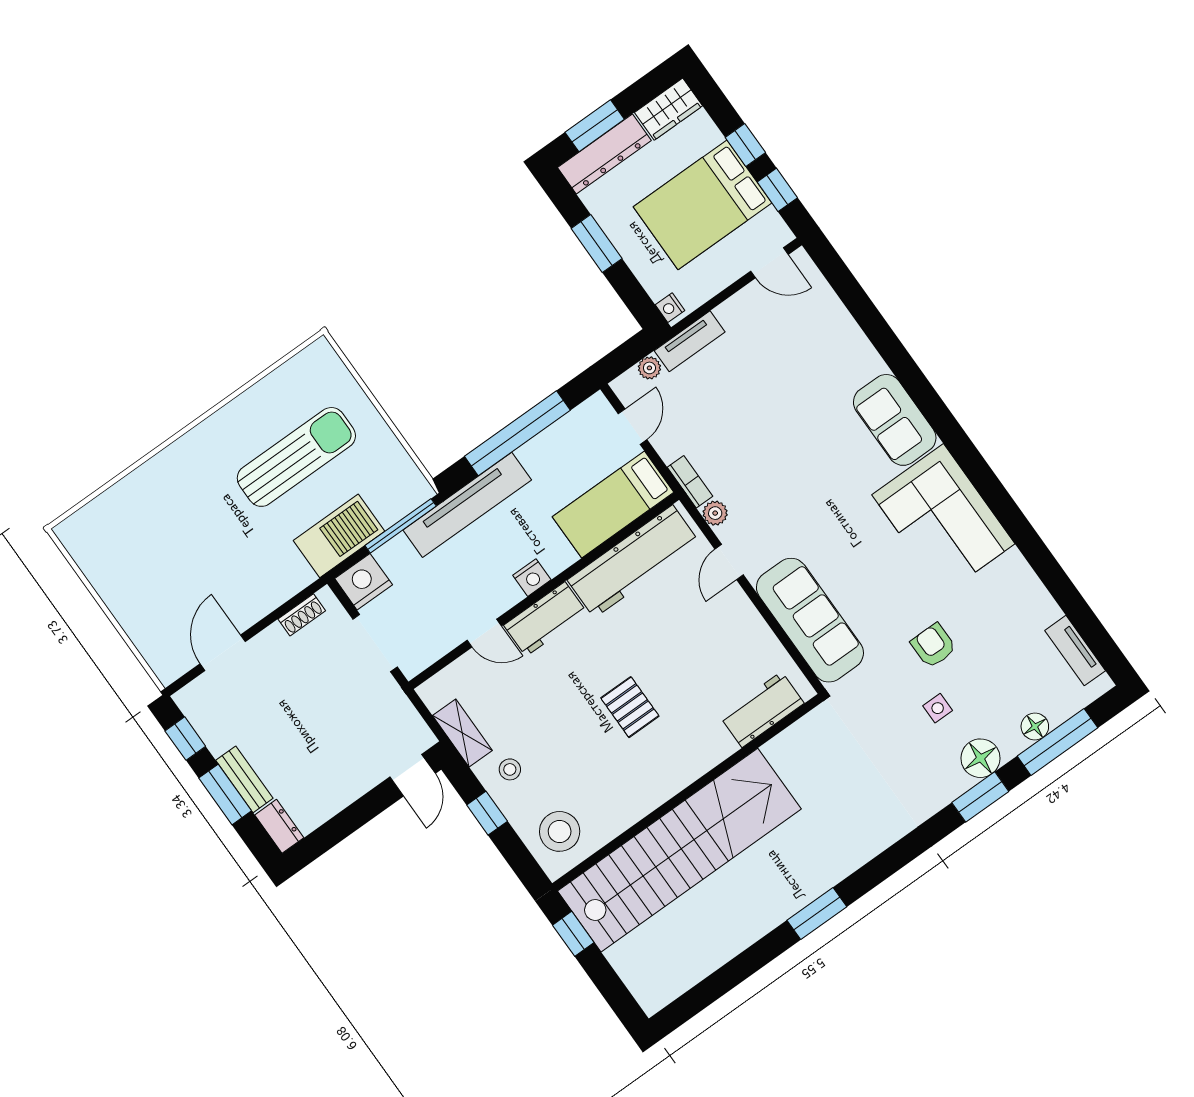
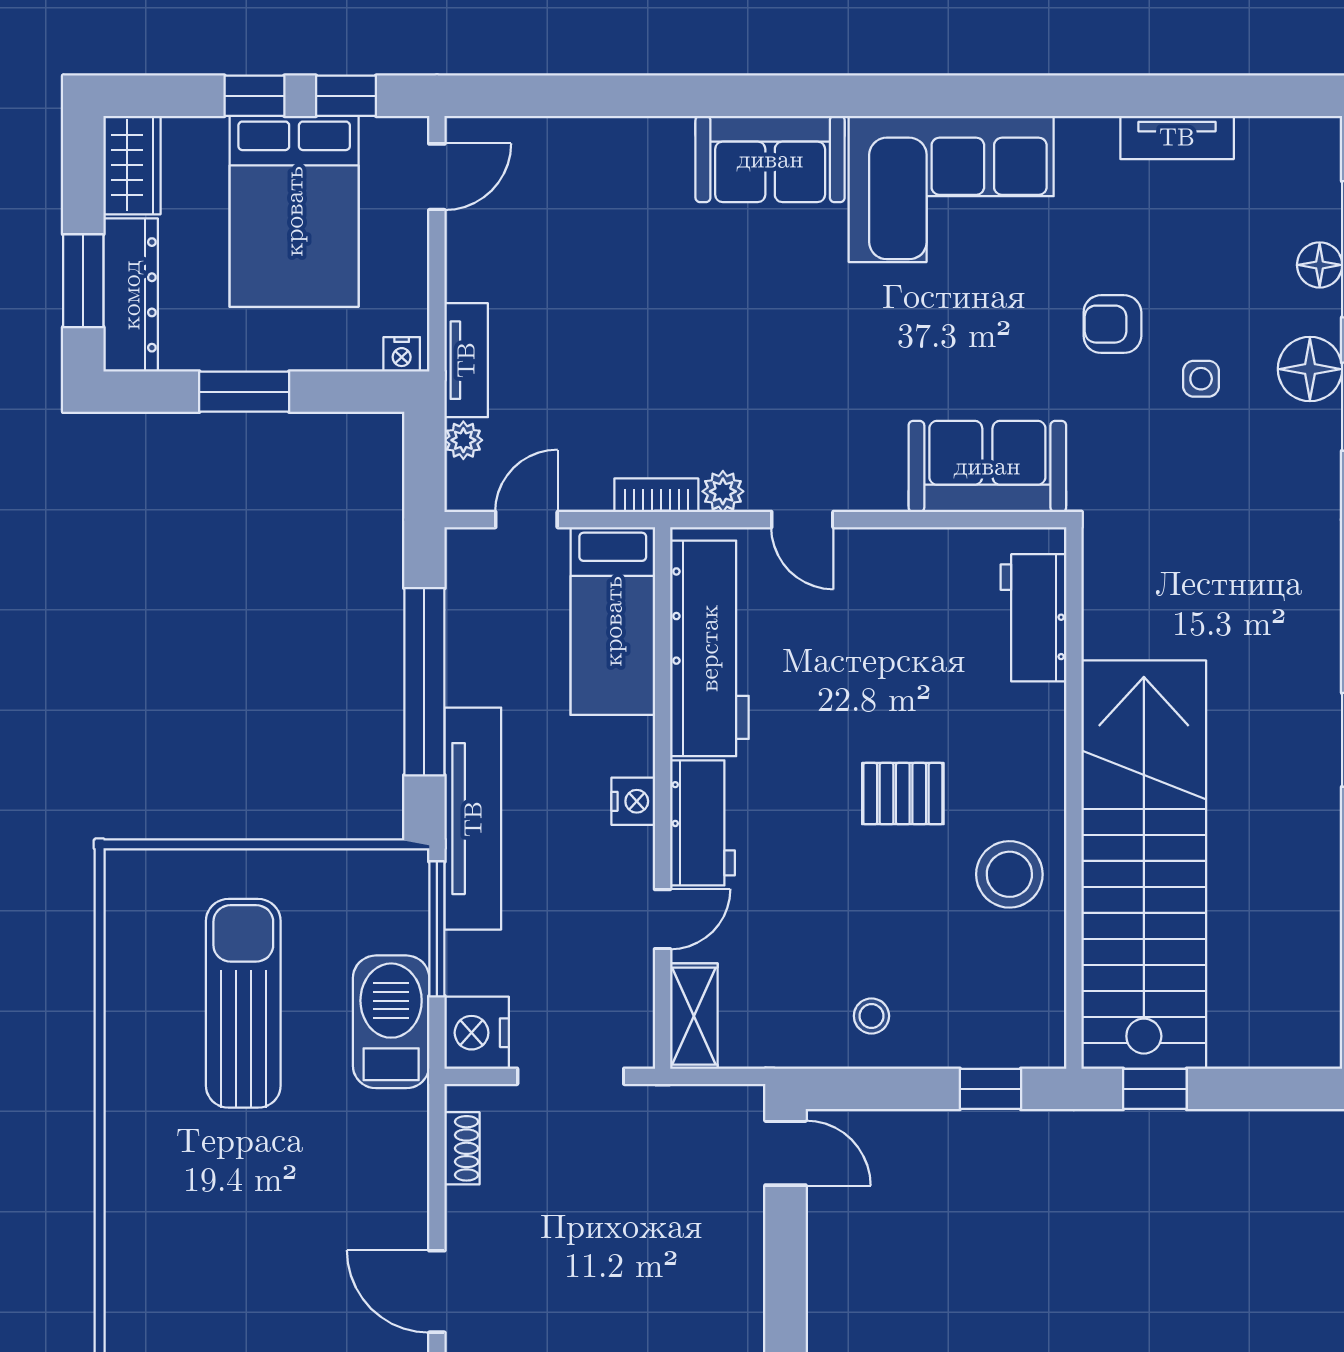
door: (633, 427) -> (526, 520), hinge flipped
sofa: (810, 620) -> (987, 466), width x0.73
tv unit: (1075, 651) -> (1177, 137), moved
shelving: (462, 733) -> (694, 1016), moved, turned 90
window: (487, 813) -> (990, 1089), moved
stool: (560, 831) -> (1009, 874), moved

